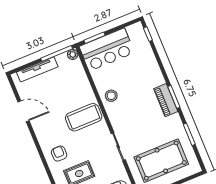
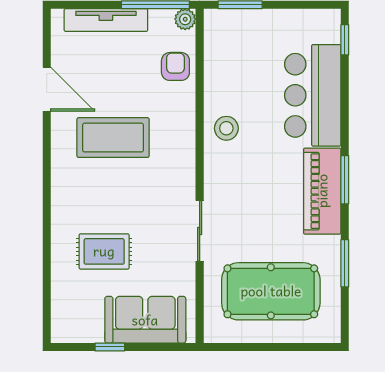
bar counter: (107, 50) -> (313, 95), moved, turned 90
piano: (166, 100) -> (322, 191), width x1.37, depth x1.33
coffee table: (84, 117) -> (113, 138), moved
armchair: (59, 154) -> (175, 66), moved

